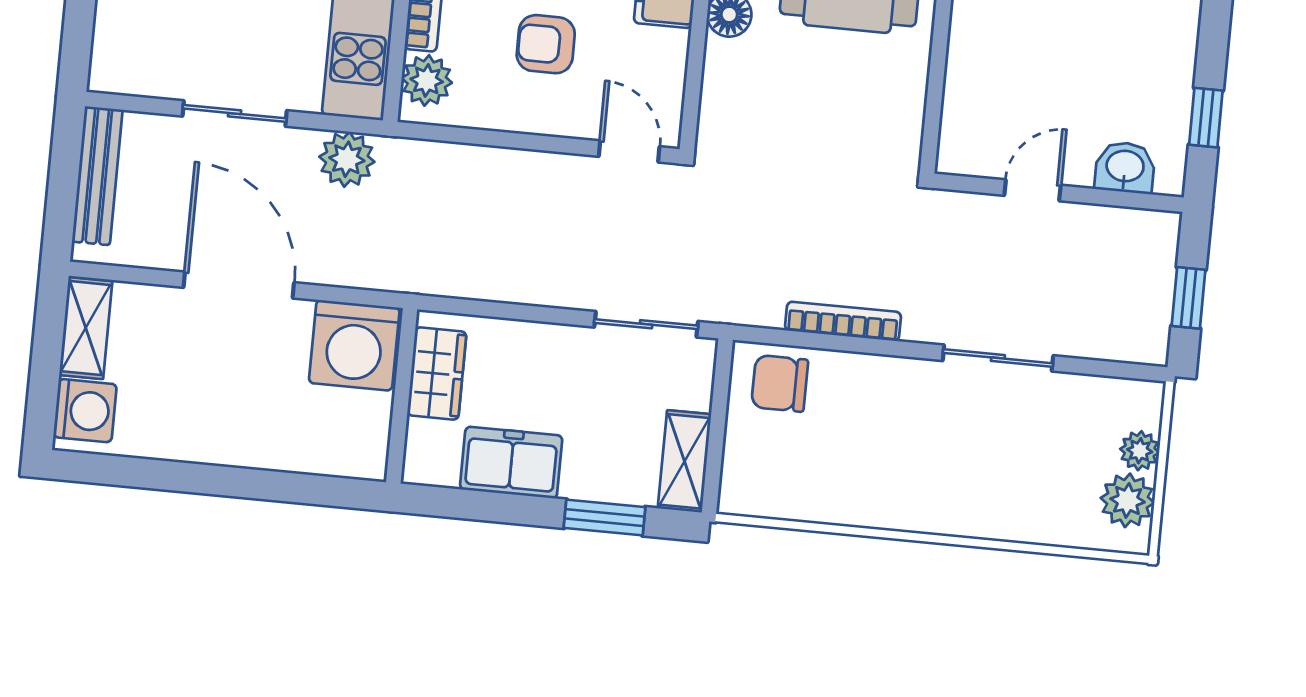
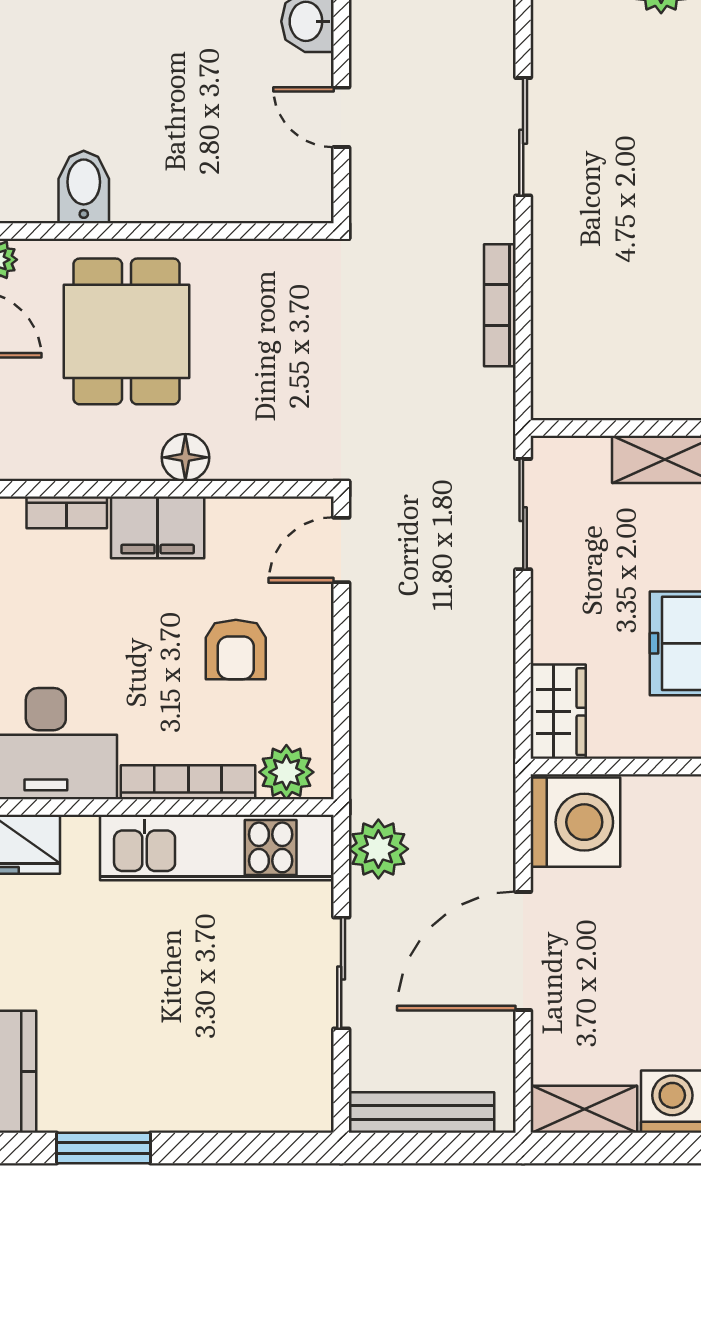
wardrobe: (437, 374) -> (558, 712), moved, turned 90
chair: (780, 383) -> (572, 366), removed

